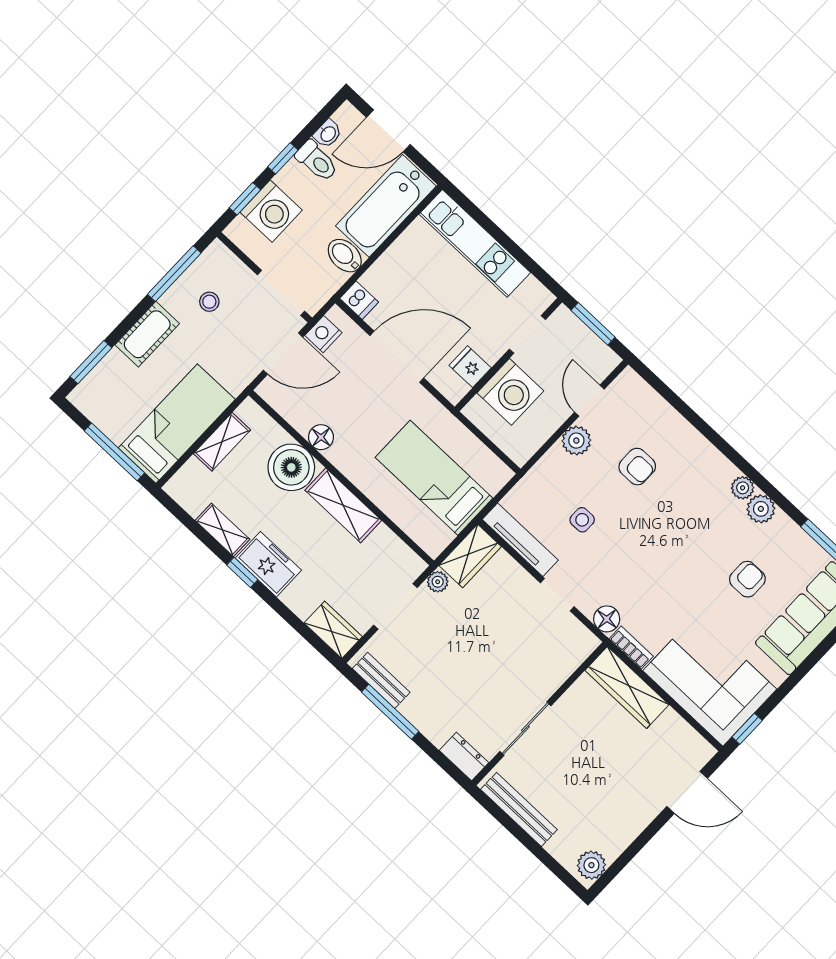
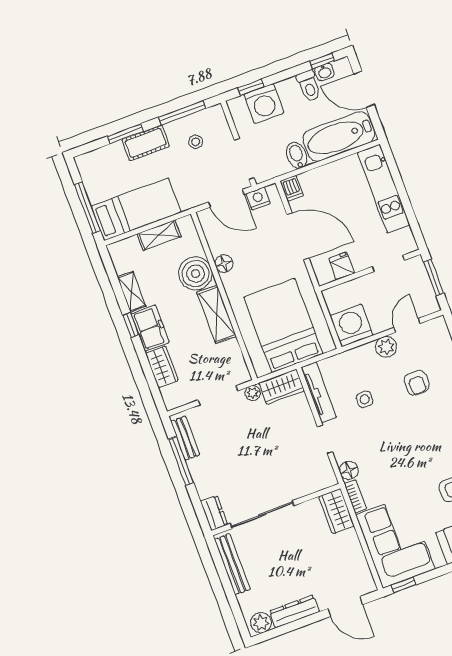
window: (283, 158) -> (322, 61), moved
window: (91, 362) -> (125, 134), moved
washing machine: (510, 392) -> (351, 325), moved, turned 180
bed: (434, 478) -> (283, 325), width x1.50
wardrobe: (333, 630) -> (162, 367), moved
wardrobe: (627, 688) -> (337, 511), width x0.67
sliding door: (525, 729) -> (262, 515), width x1.37
dresser: (626, 830) -> (294, 611), added

